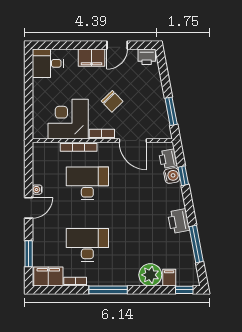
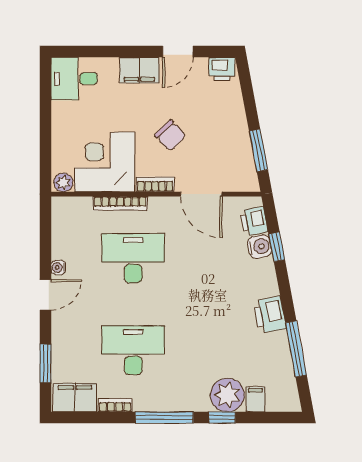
plant: (41, 133) -> (63, 182), added
window: (184, 290) -> (222, 418), moved

